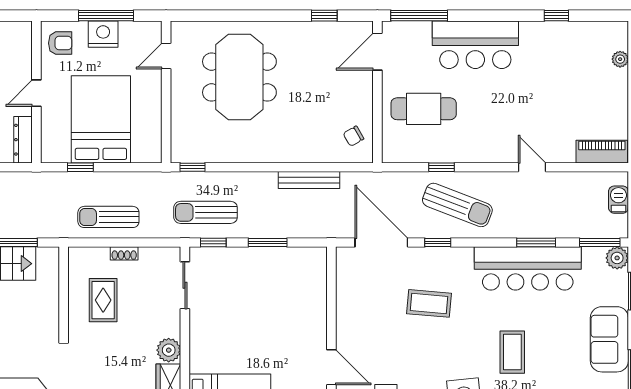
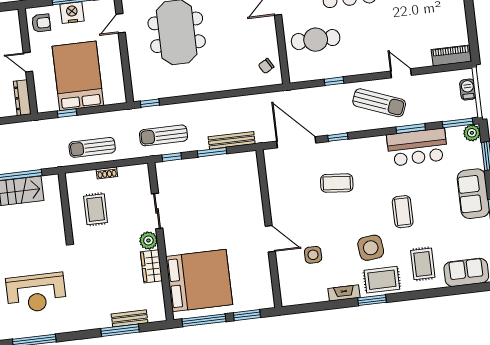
door: (36, 93) -> (28, 62), hinge flipped
bench: (309, 180) -> (232, 140), moved
sun lounger: (457, 205) -> (379, 103), moved
bar counter: (528, 268) -> (417, 147), width x0.73
sliding door: (185, 285) -> (157, 211), moved

